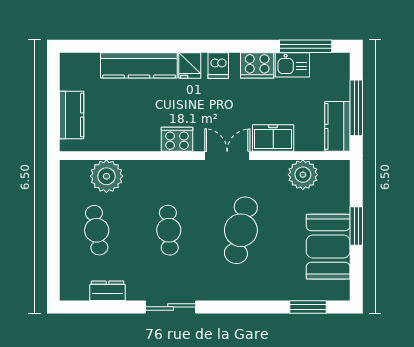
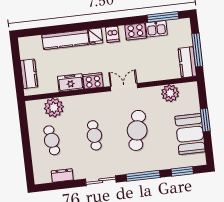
freezer: (273, 138) -> (70, 83), moved
window: (242, 307) -> (143, 176), added

